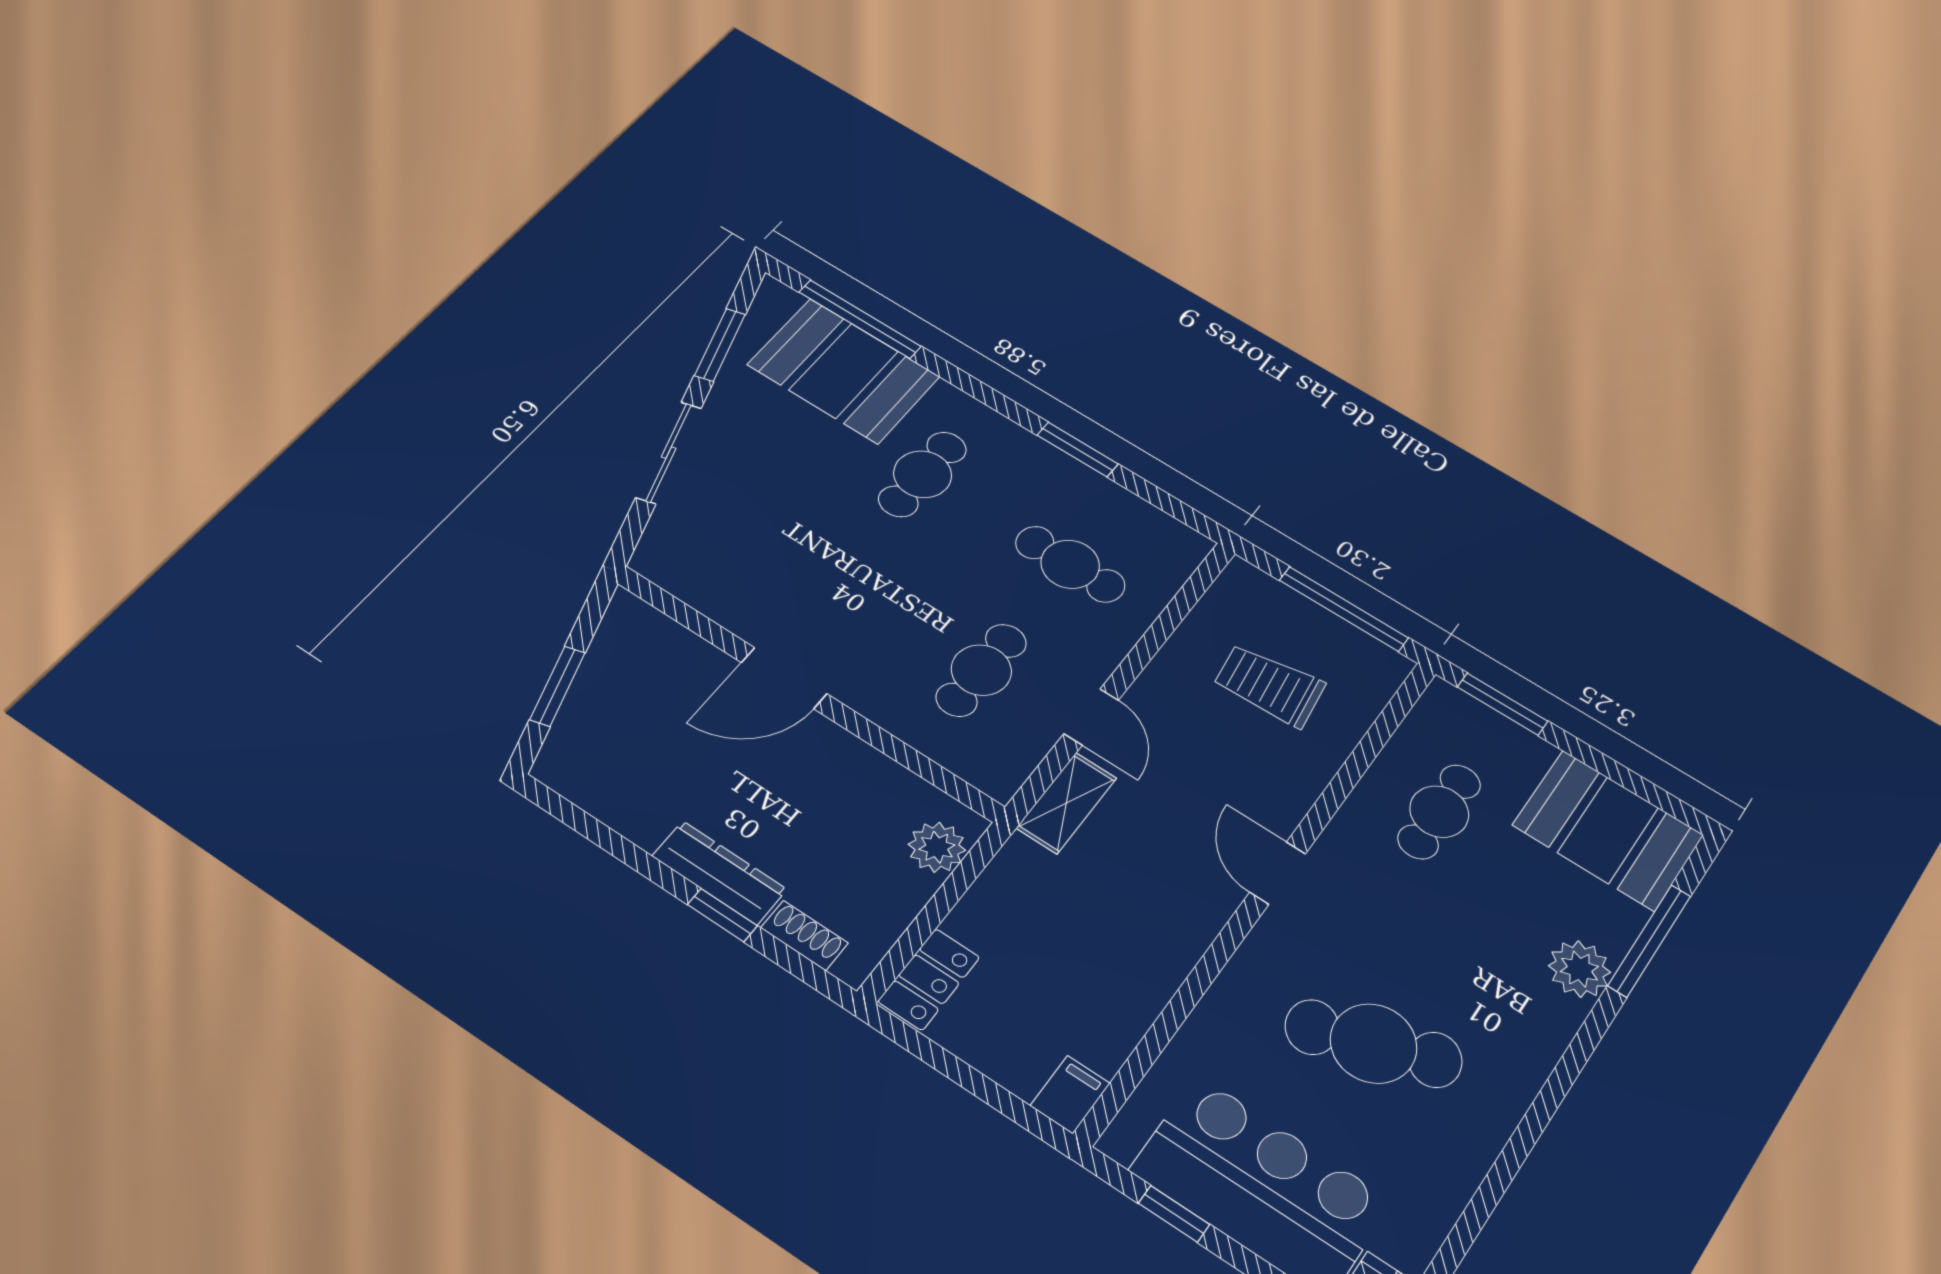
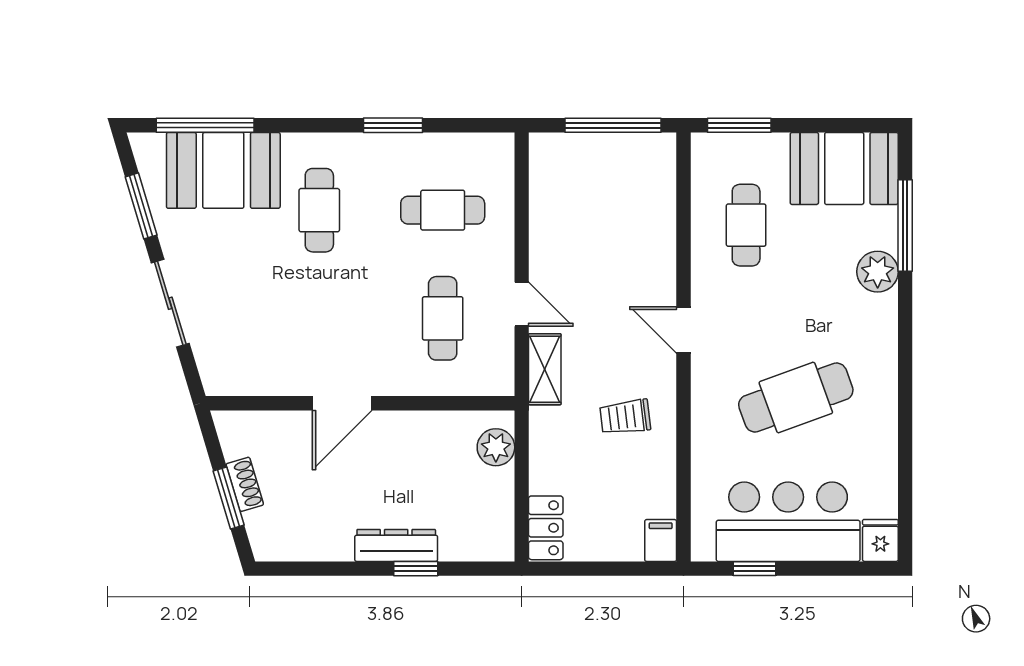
trolley: (1269, 685) -> (625, 417), moved, width x0.73, depth x0.72
shoe rack: (804, 935) -> (245, 484), moved, turned 73

